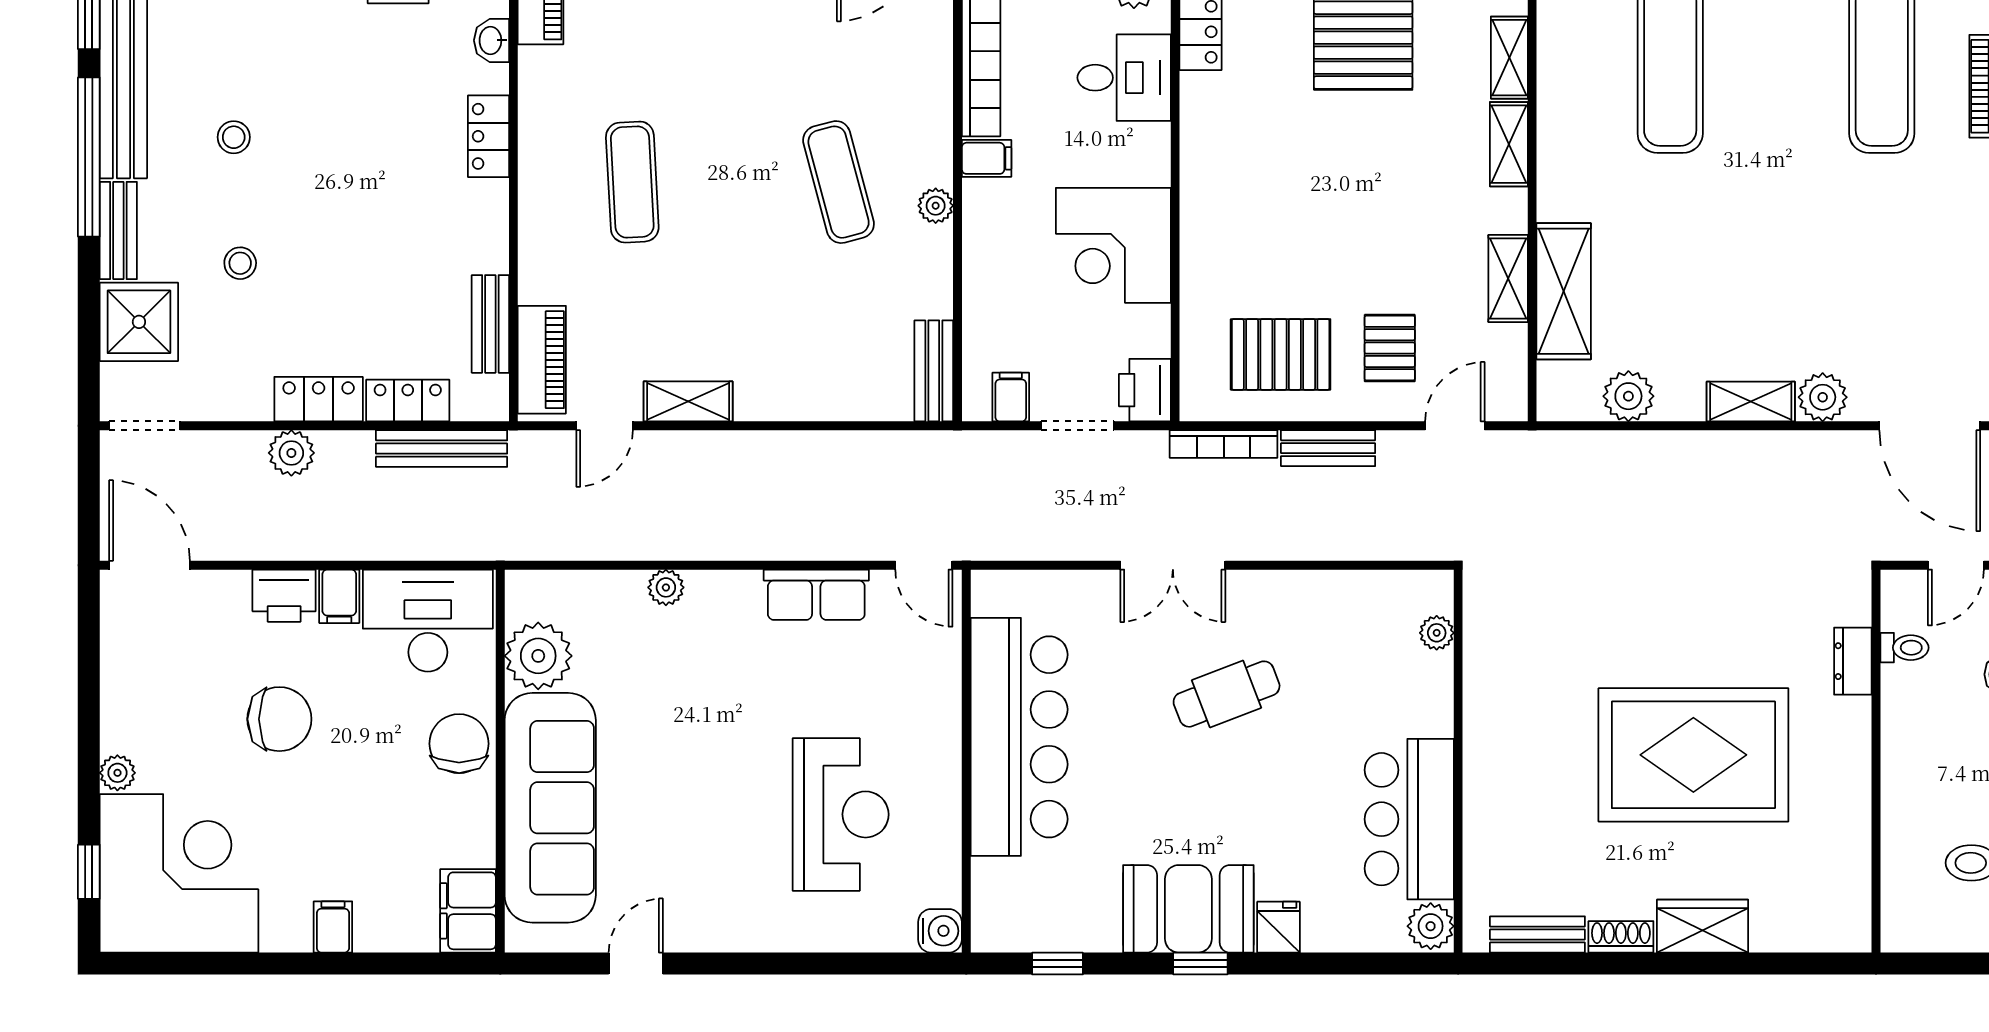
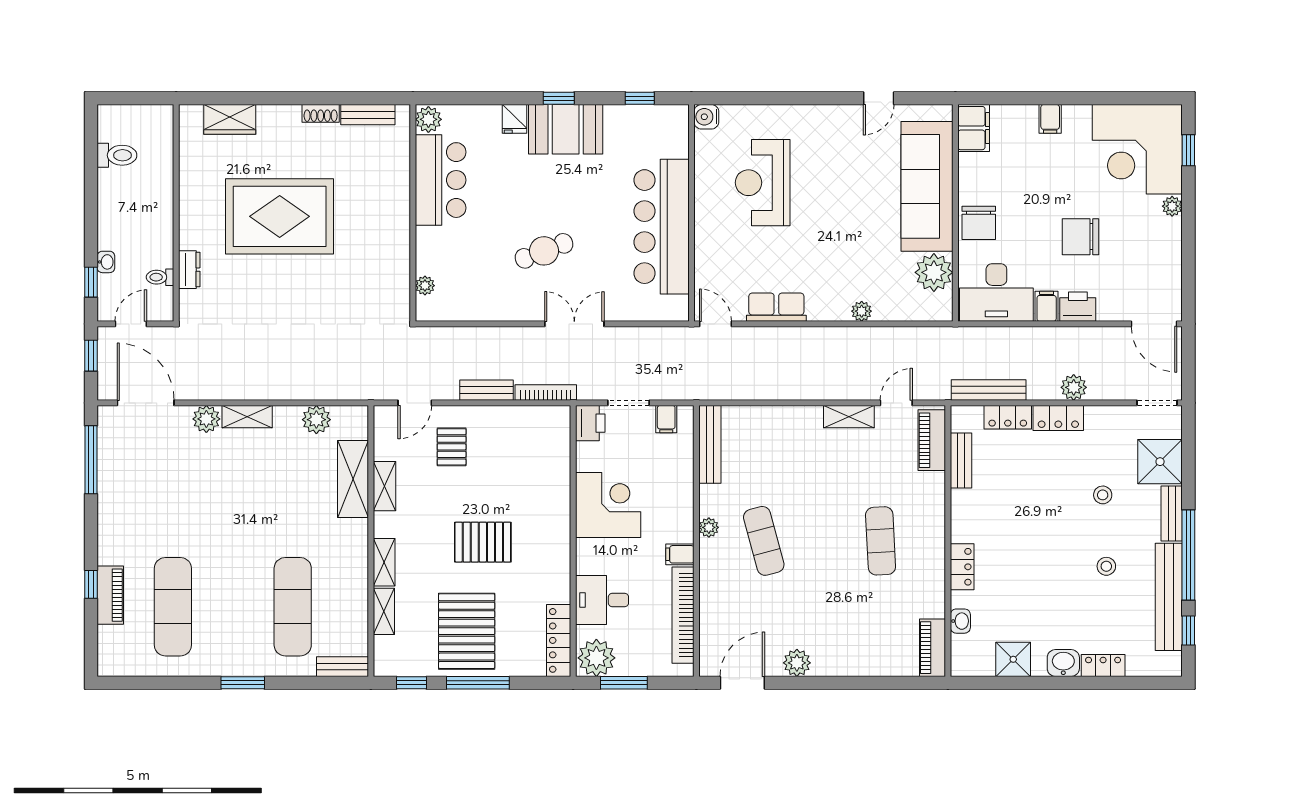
pallet: (1281, 354) -> (483, 542), moved
bench: (934, 371) -> (710, 444), width x1.36
wardrobe: (1703, 926) -> (230, 119), moved

